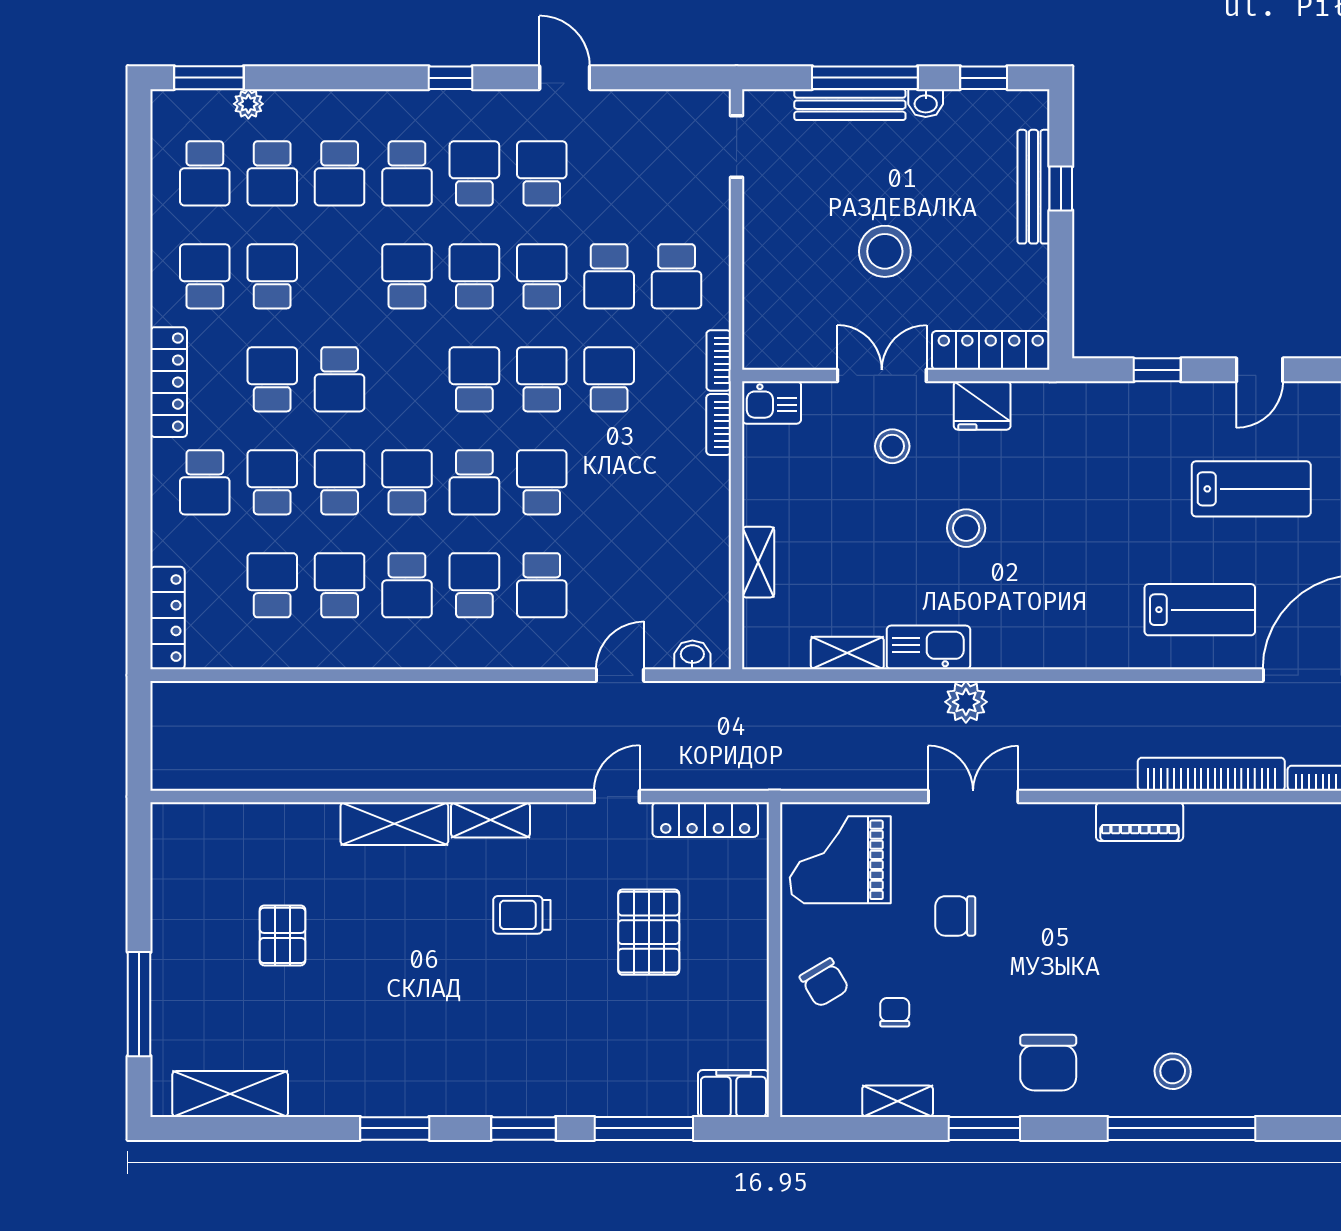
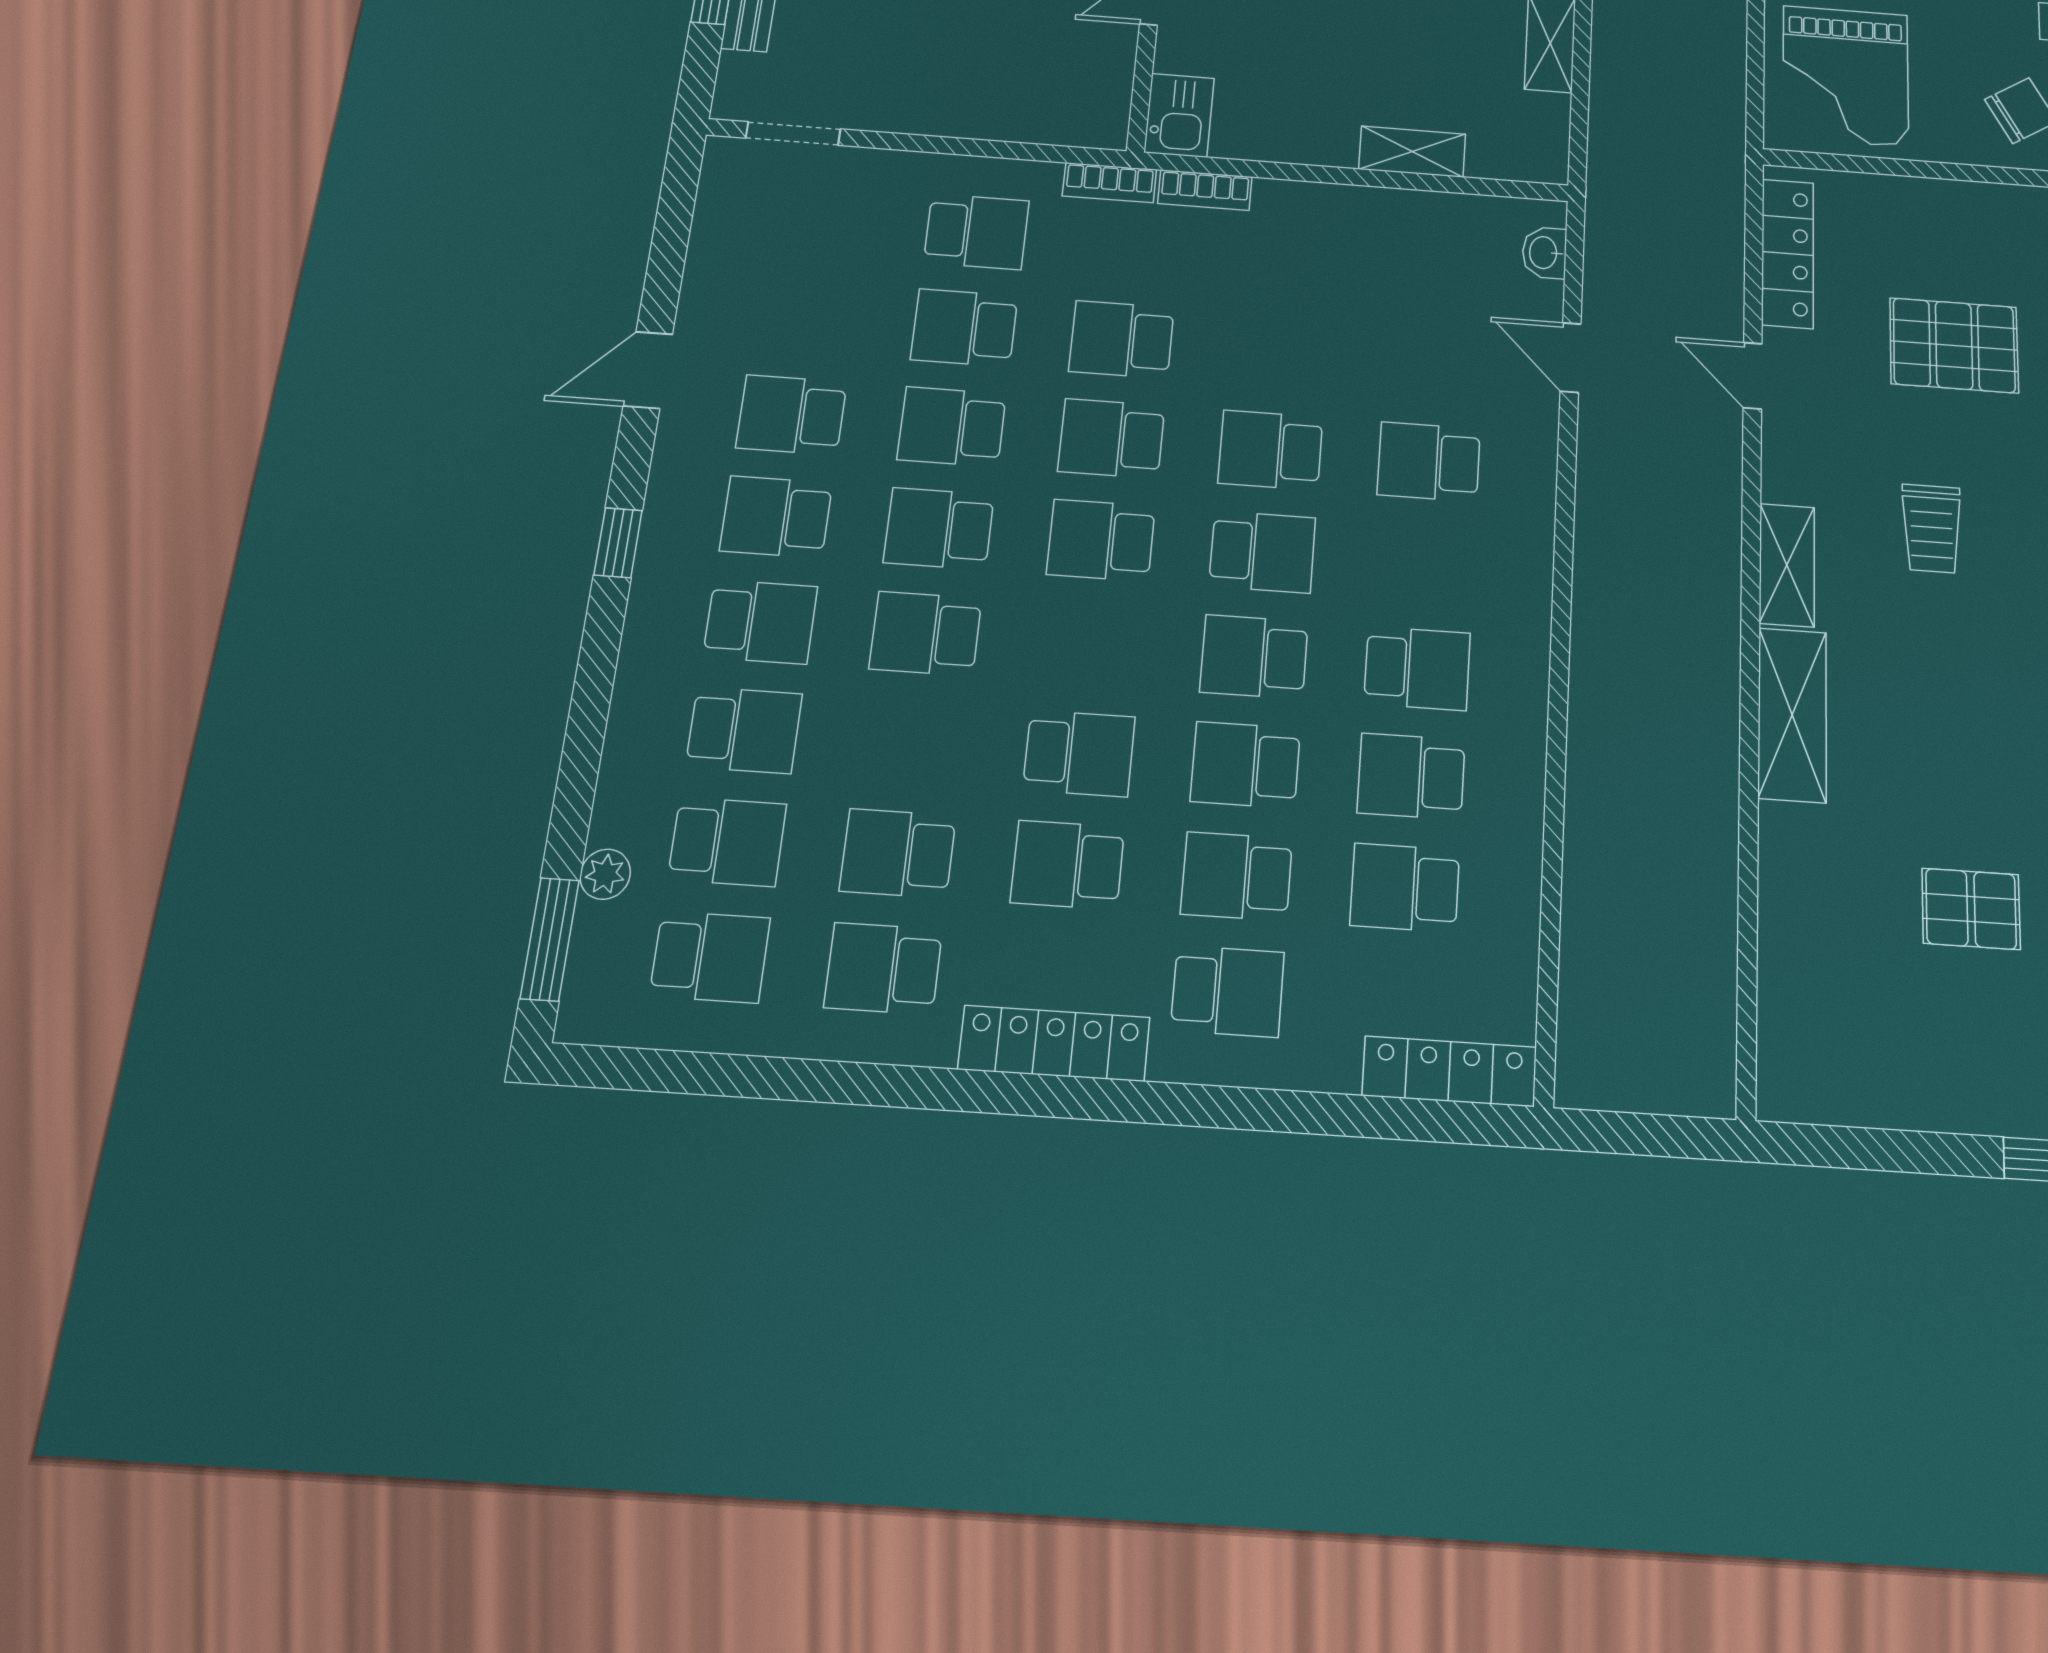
school desk: (609, 276) -> (964, 328), turned 180
school desk: (474, 585) -> (1423, 563), removed
school desk: (542, 585) -> (1429, 462), turned 180

